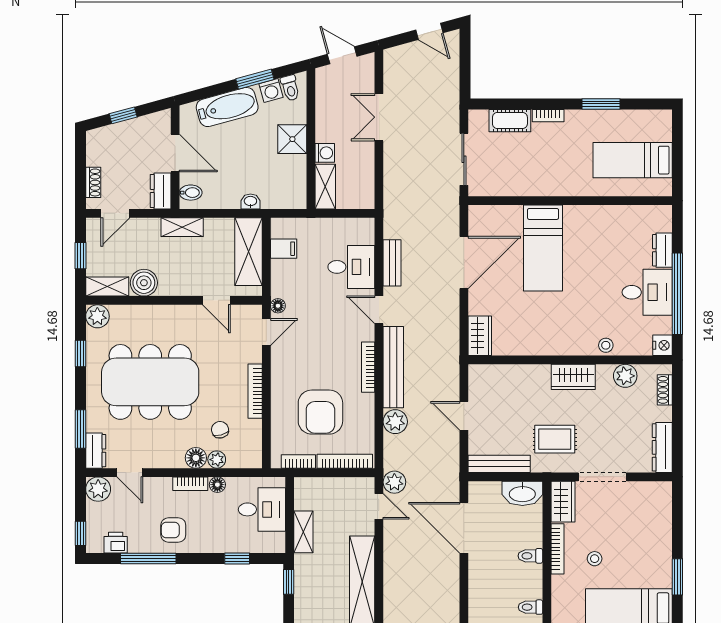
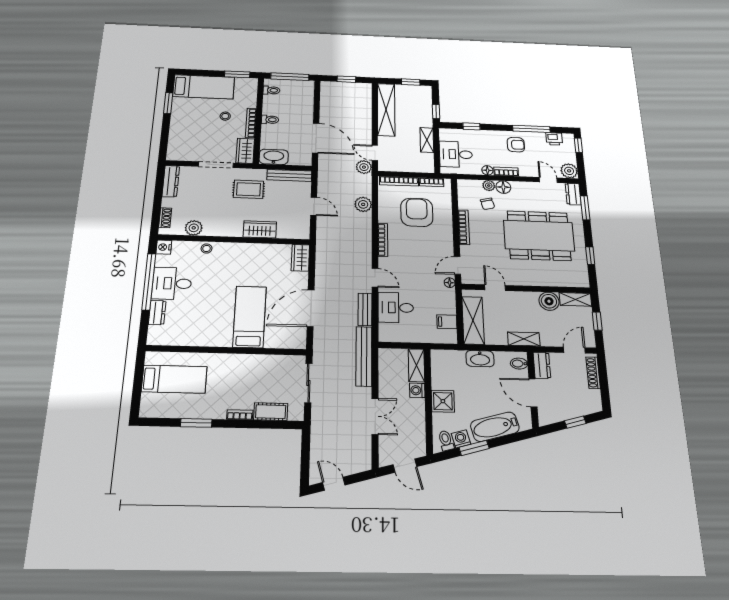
shoe rack: (93, 182) -> (593, 373), width x1.43
washbasin: (250, 201) -> (480, 359), width x1.91, depth x1.45
plant: (97, 316) -> (581, 280), removed
bench: (393, 367) -> (364, 356), moved
wardrobe: (573, 377) -> (260, 229), moved

